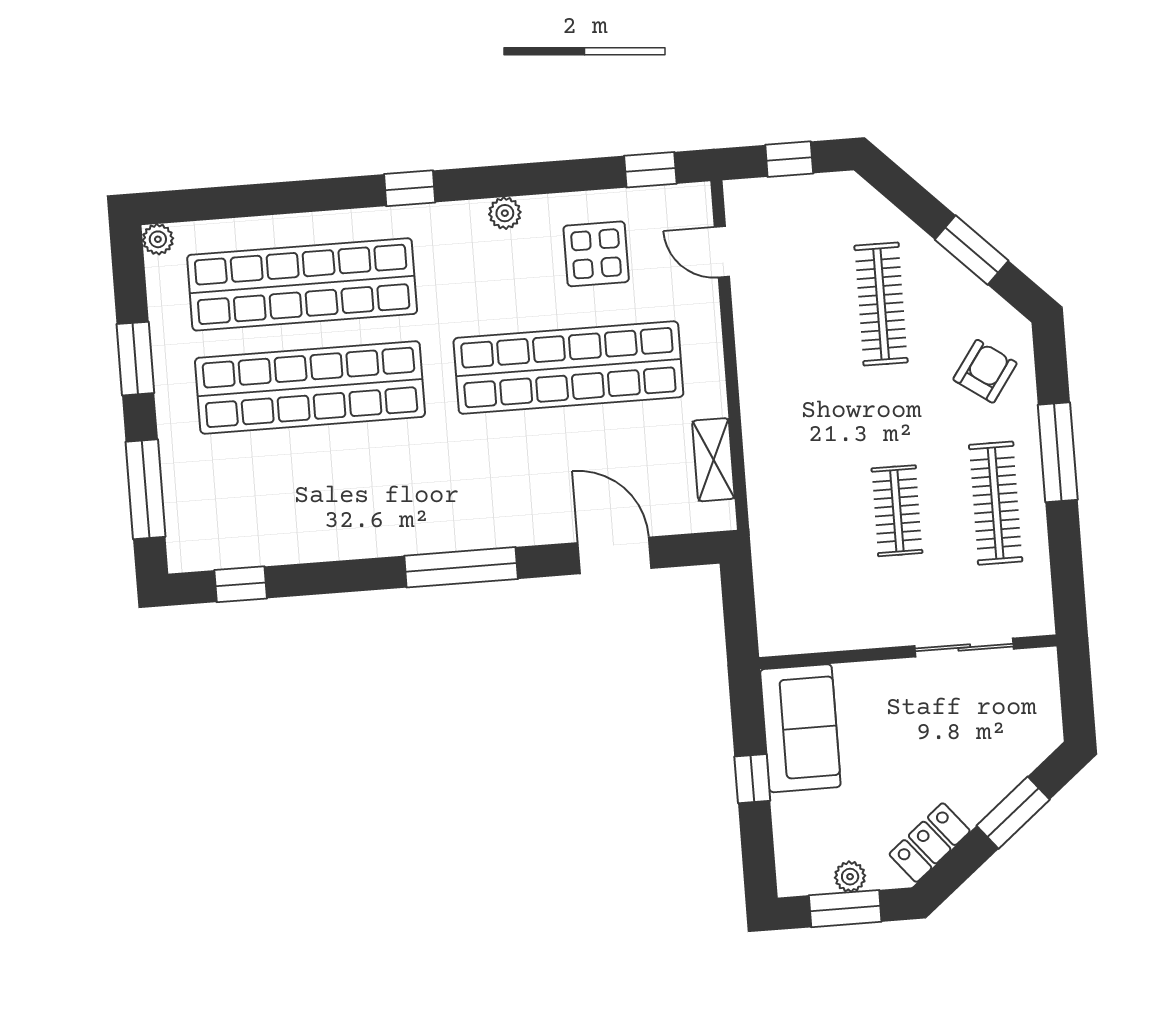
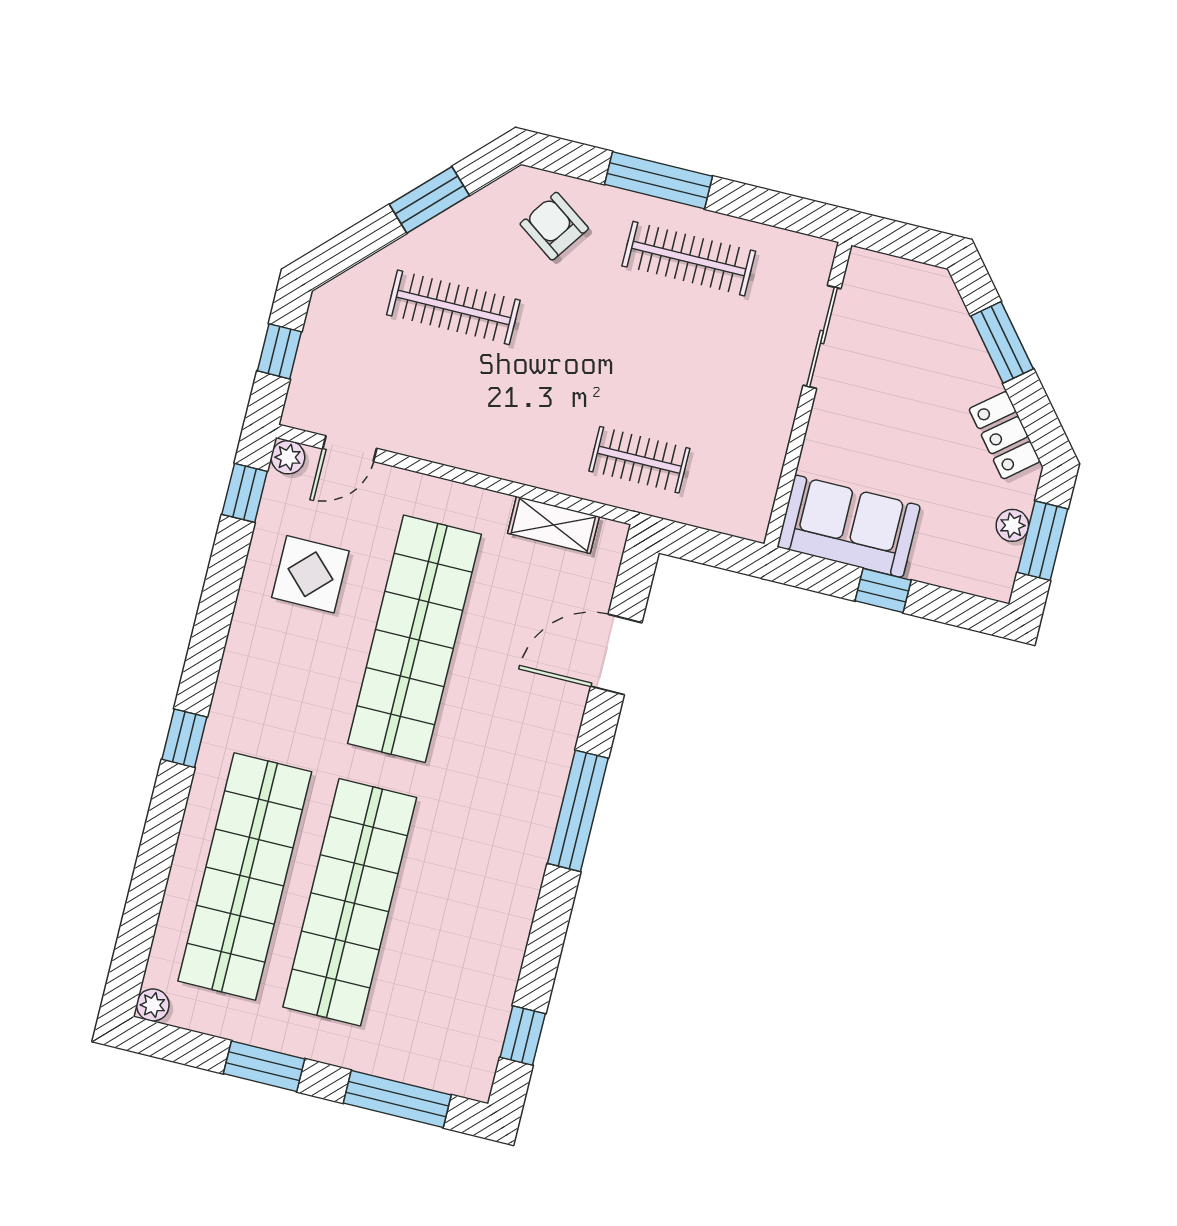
plant: (505, 213) -> (288, 457), moved
clothes rail: (897, 511) -> (639, 460), moved

